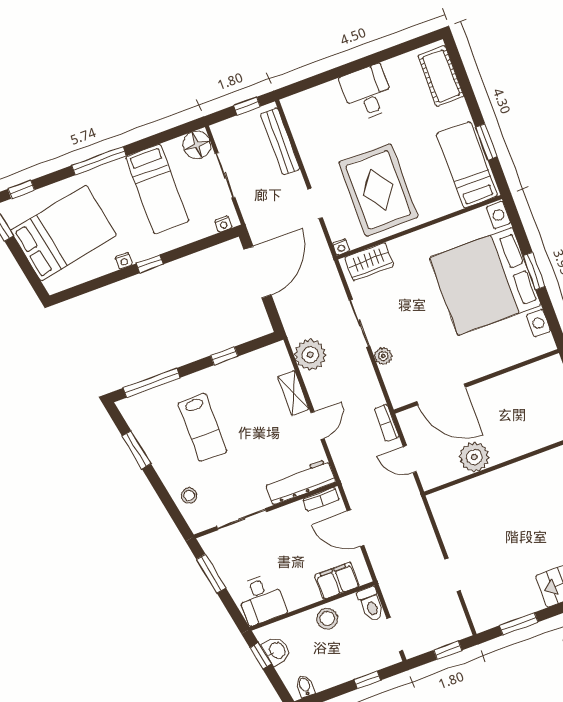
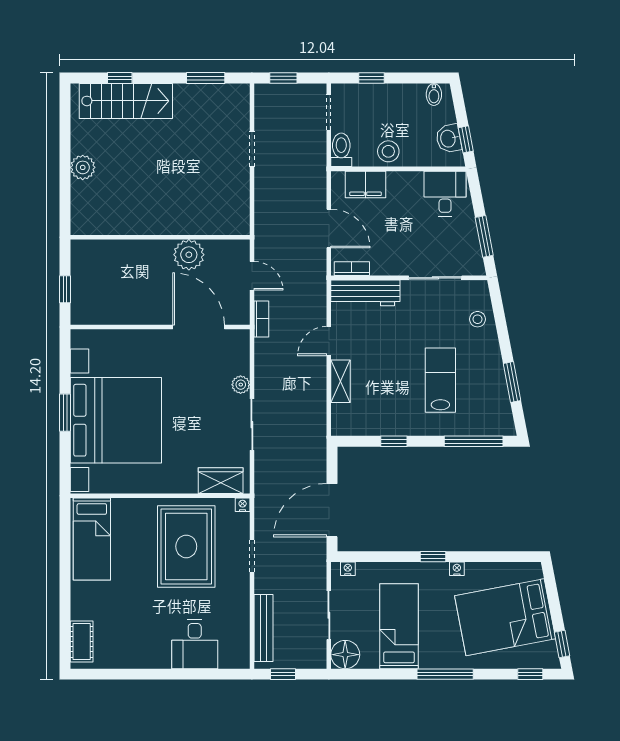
cot: (441, 76) -> (82, 642), width x0.73, depth x0.75
desk: (367, 93) -> (195, 644), moved
window: (486, 142) -> (65, 554), removed
plant: (310, 355) -> (311, 412), removed

